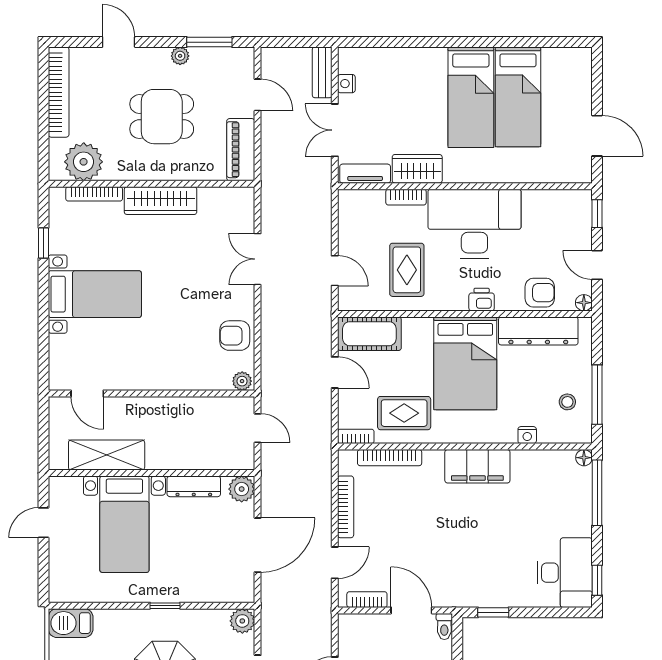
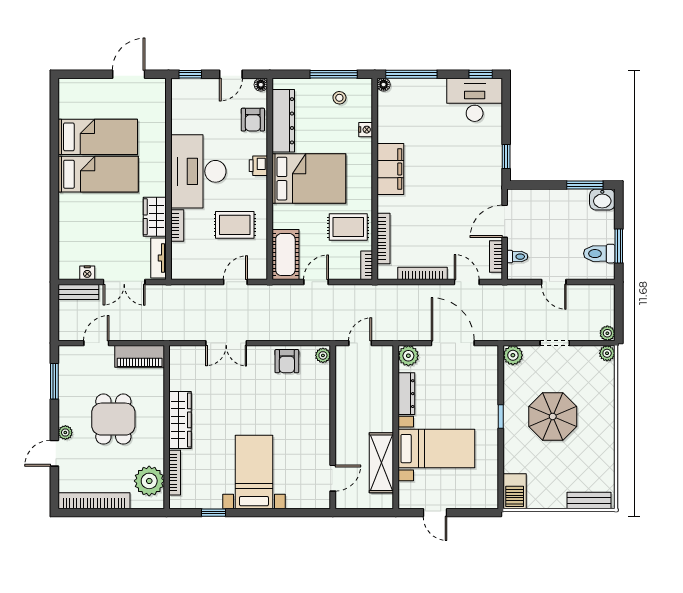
plant: (180, 56) -> (65, 433), moved
armchair: (540, 293) -> (253, 120), turned 180
rug: (404, 413) -> (348, 227), turned 90
toilet: (444, 627) -> (517, 257), moved

